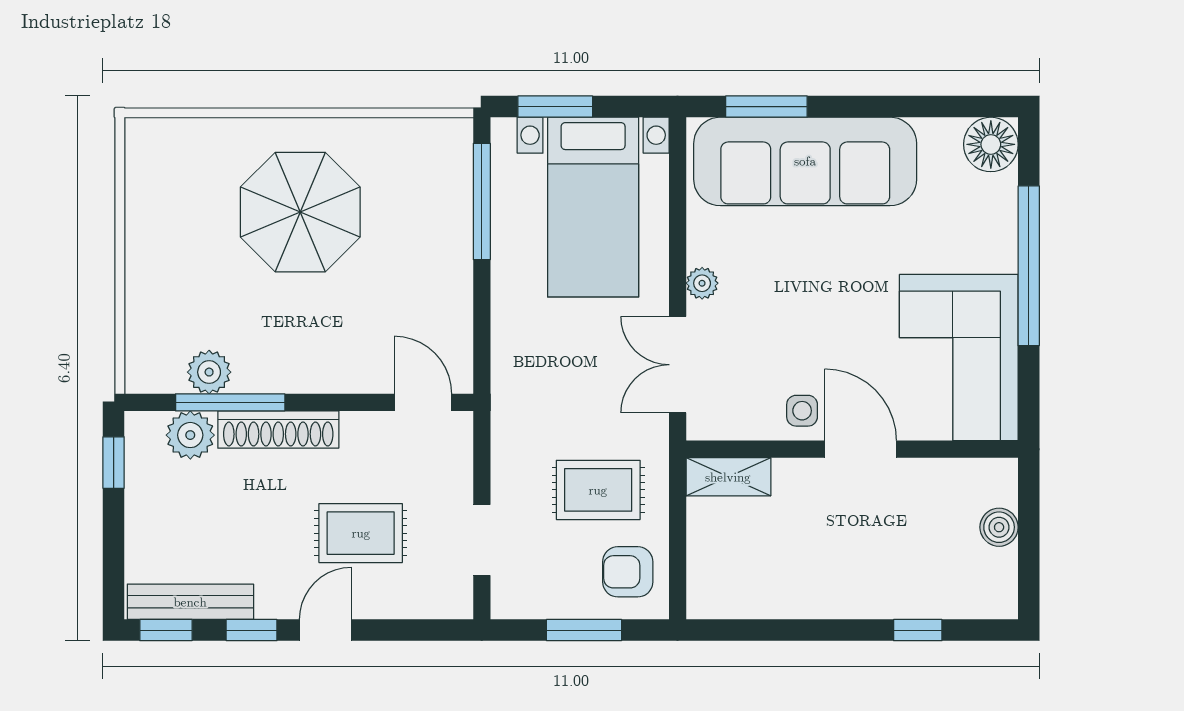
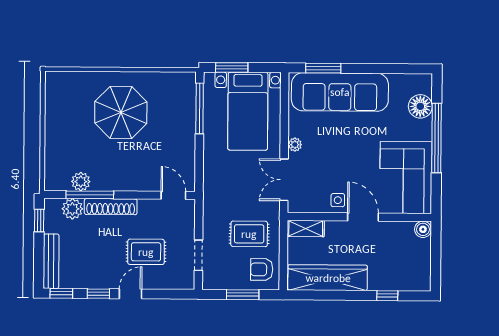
floor lamp: (991, 144) -> (420, 106), moved
boiler: (999, 527) -> (423, 229), moved
wardrobe: (780, 590) -> (328, 278), added
bench: (190, 602) -> (51, 261), moved, turned 90

